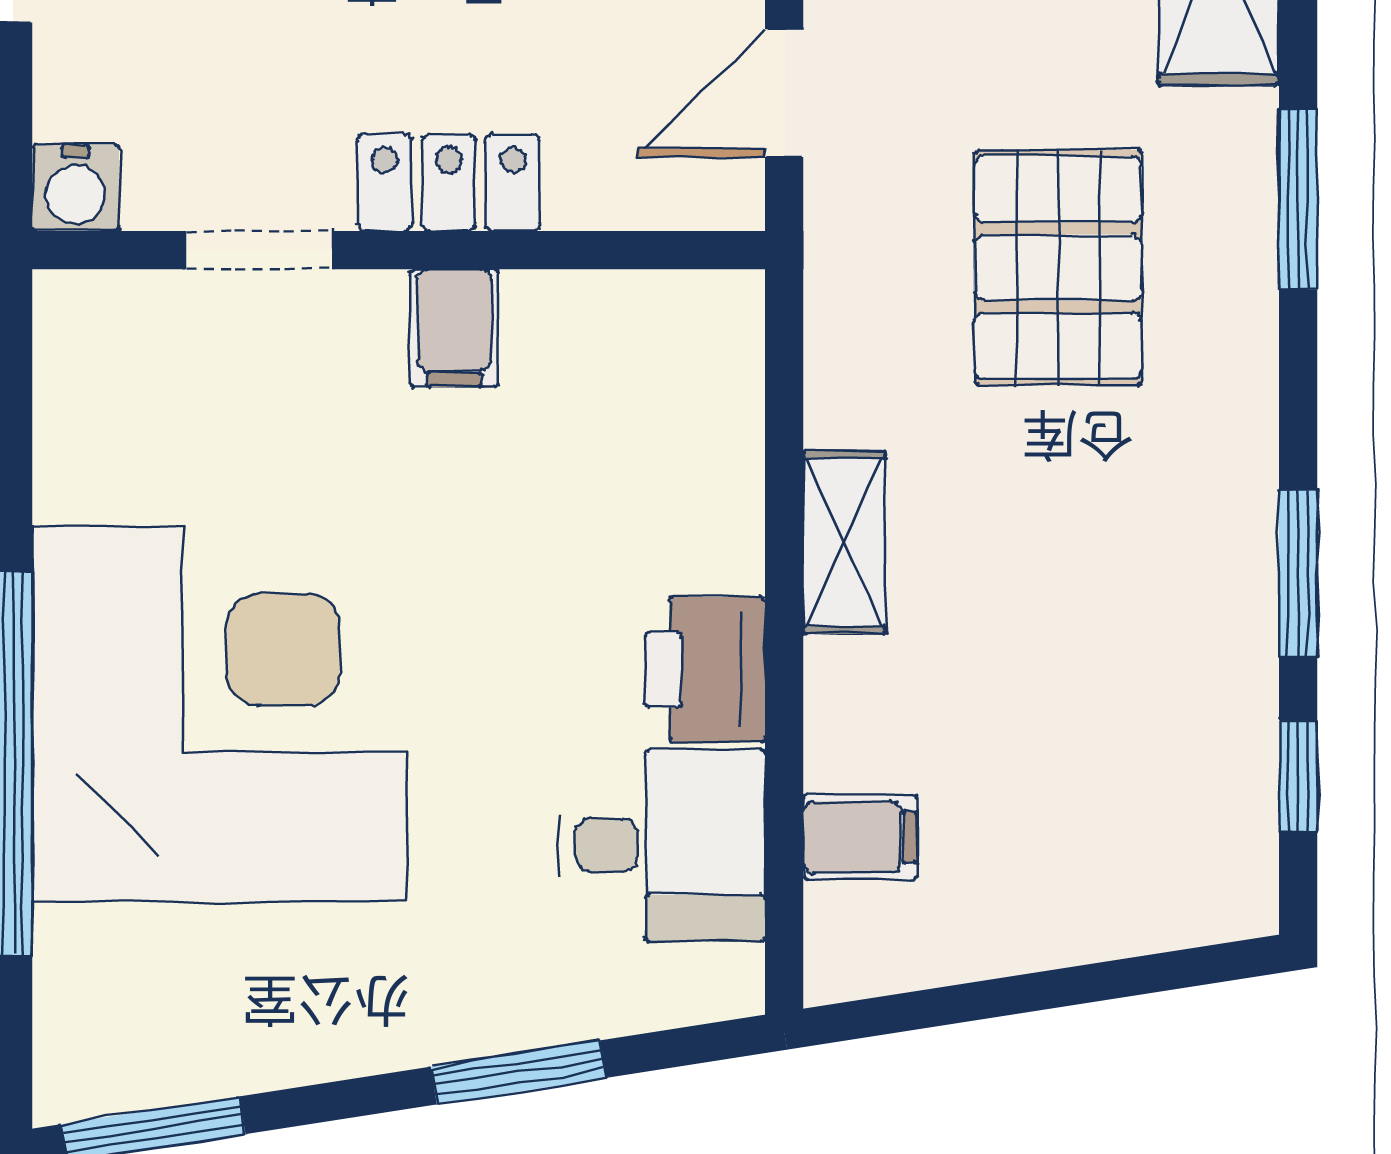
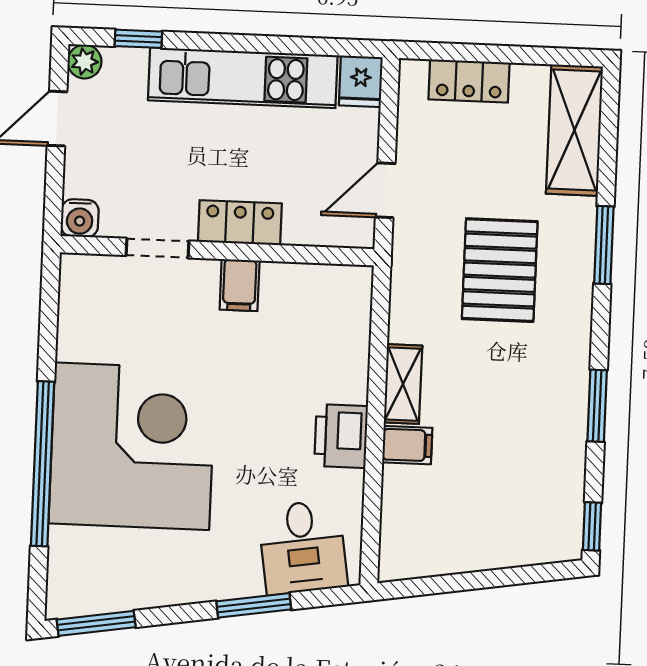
window: (1298, 776) -> (592, 526), moved
filing cabinet: (860, 837) -> (407, 445), moved
desk: (662, 845) -> (303, 547), moved, turned 81

